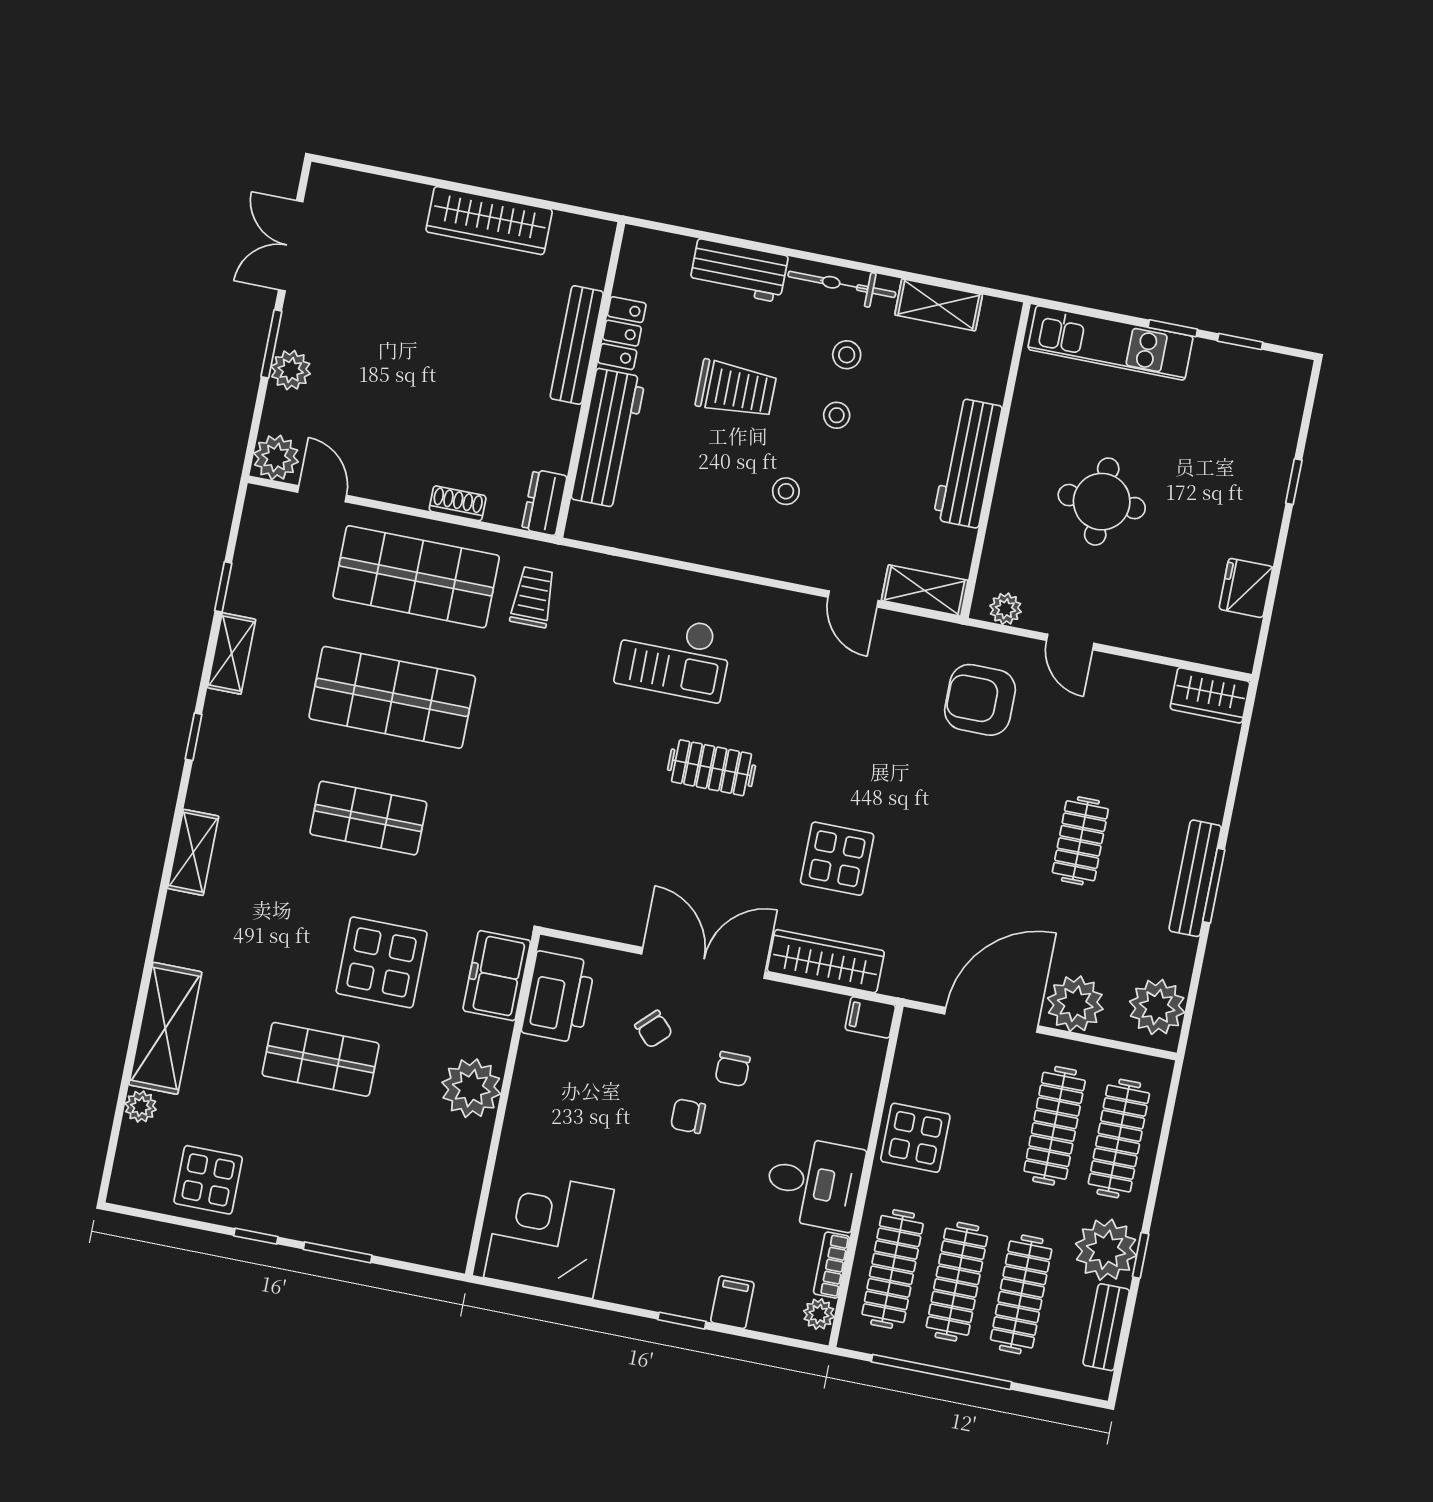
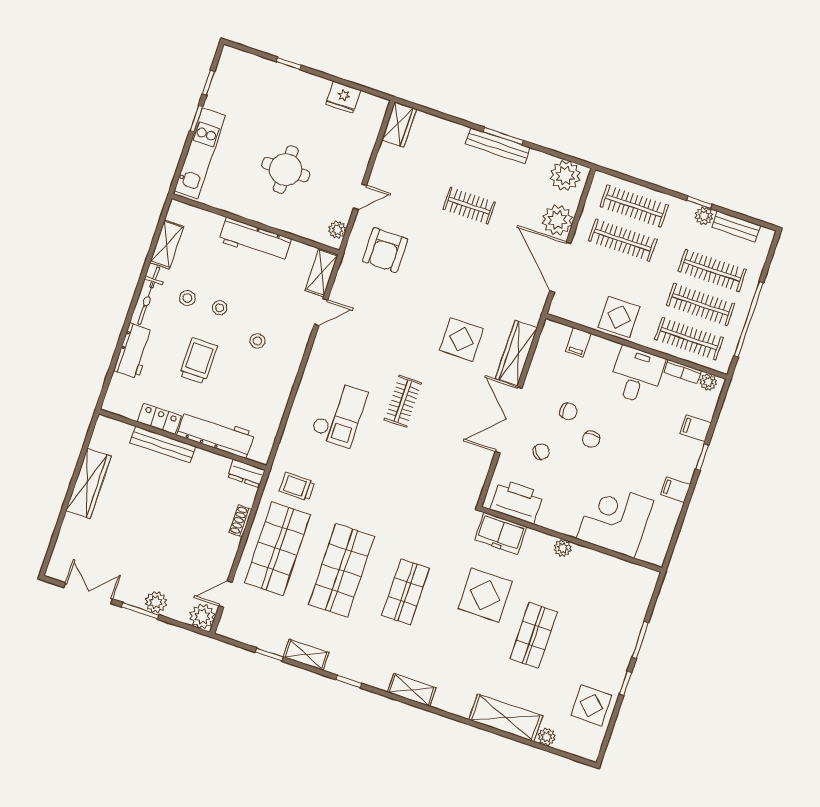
double door: (291, 246) -> (88, 593), swing flipped
filing cabinet: (870, 1017) -> (578, 342), moved
plant: (471, 1088) -> (563, 548), width x0.53, depth x0.53
corner desk: (549, 1233) -> (615, 520), moved, turned 90
plant: (1106, 1250) -> (704, 216), width x0.53, depth x0.53
filing cabinet: (617, 1280) -> (675, 490), added

